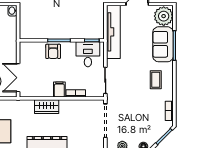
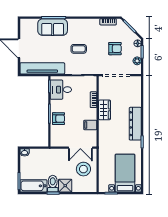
plant: (164, 16) -> (29, 27), removed
coffee table: (156, 80) -> (79, 49), moved
filing cabinet: (59, 89) -> (90, 125), moved
wardrobe: (47, 107) -> (105, 110), moved
armchair: (137, 119) -> (115, 49), added

